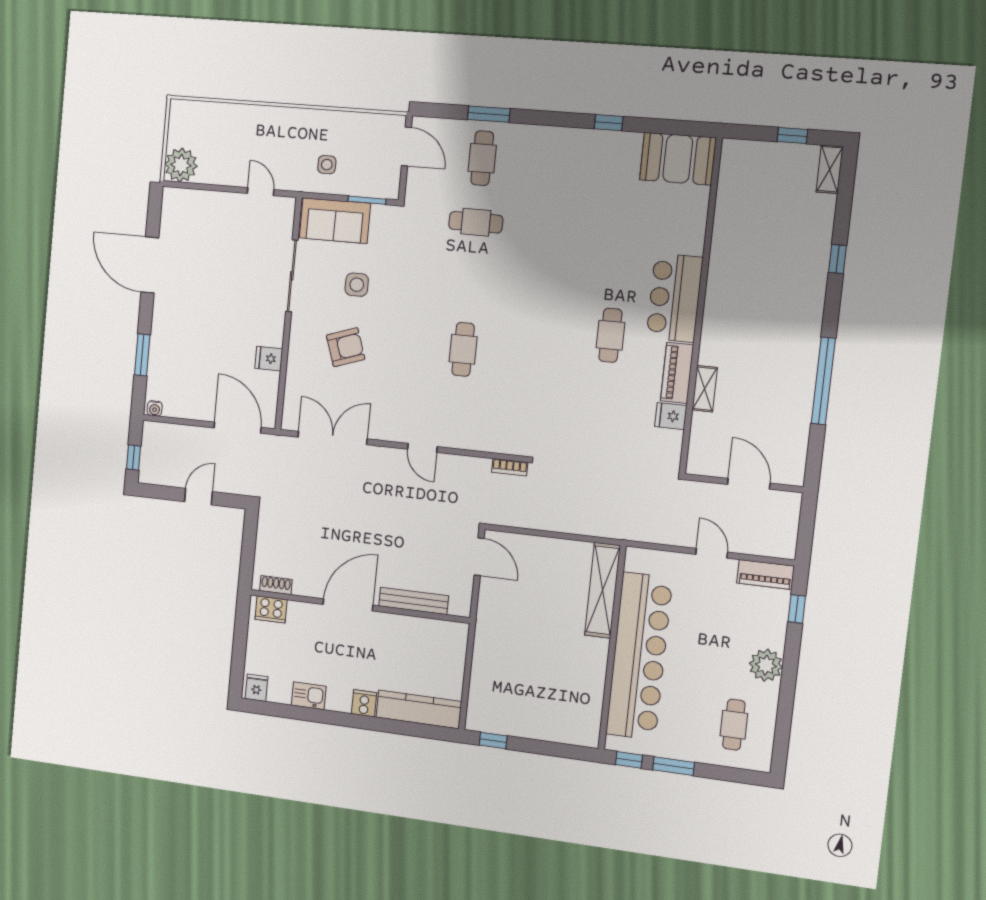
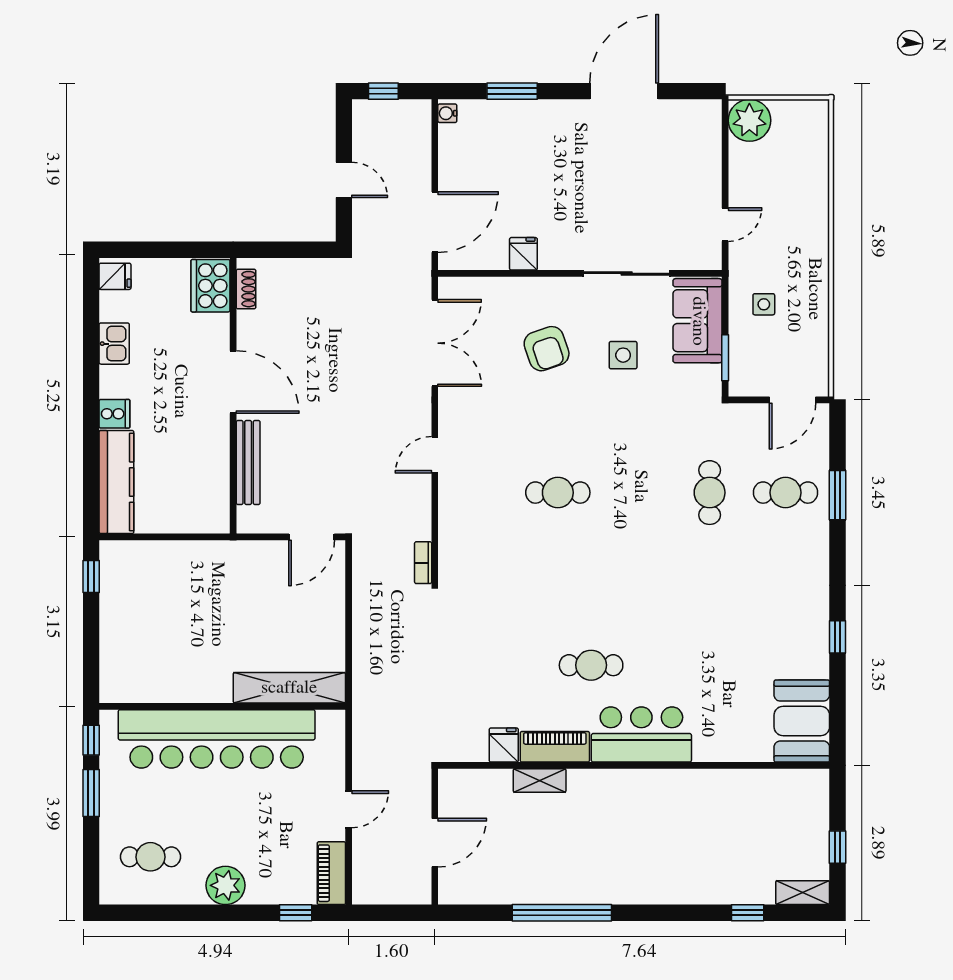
window: (837, 259) -> (748, 913), moved
cooker: (271, 609) -> (210, 286), width x1.37, depth x1.31

